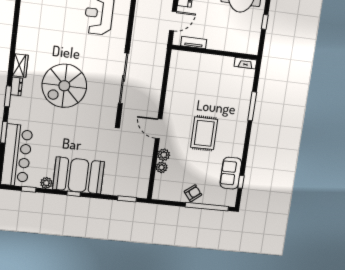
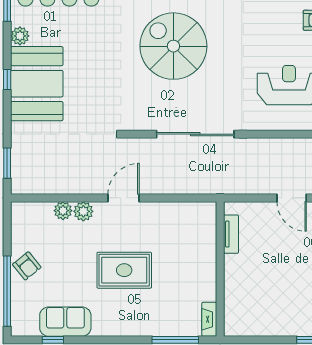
tv unit: (194, 43) -> (231, 234), moved
wall: (215, 52) -> (220, 269), moved
fireplace: (246, 63) -> (209, 319), moved

